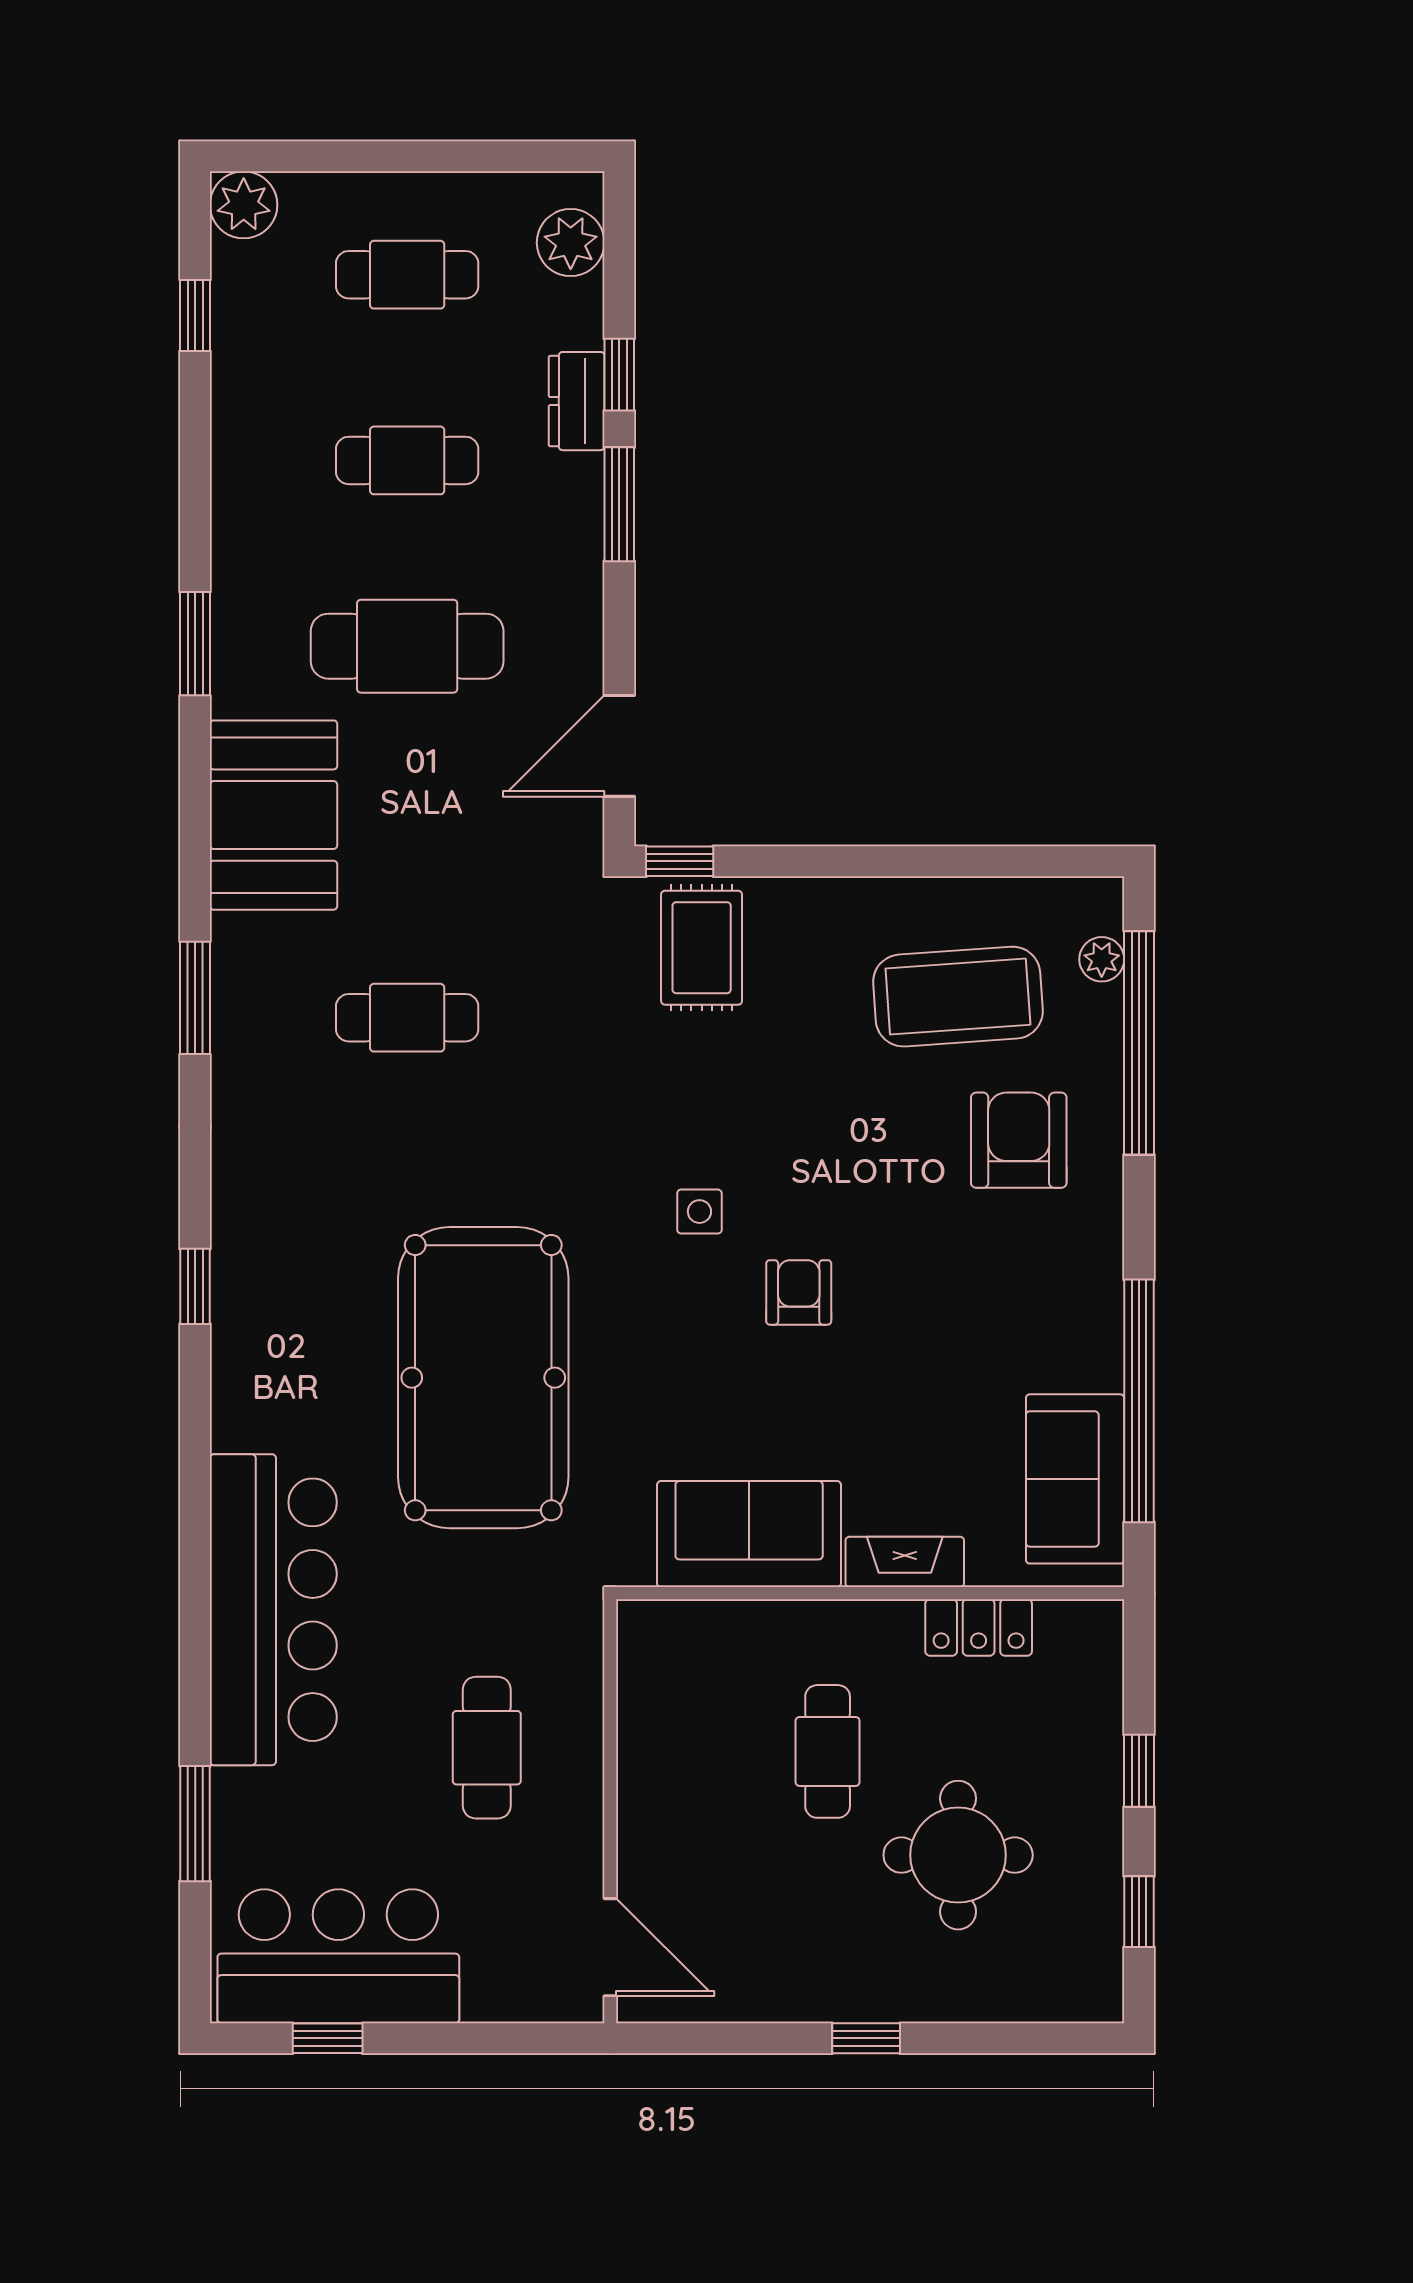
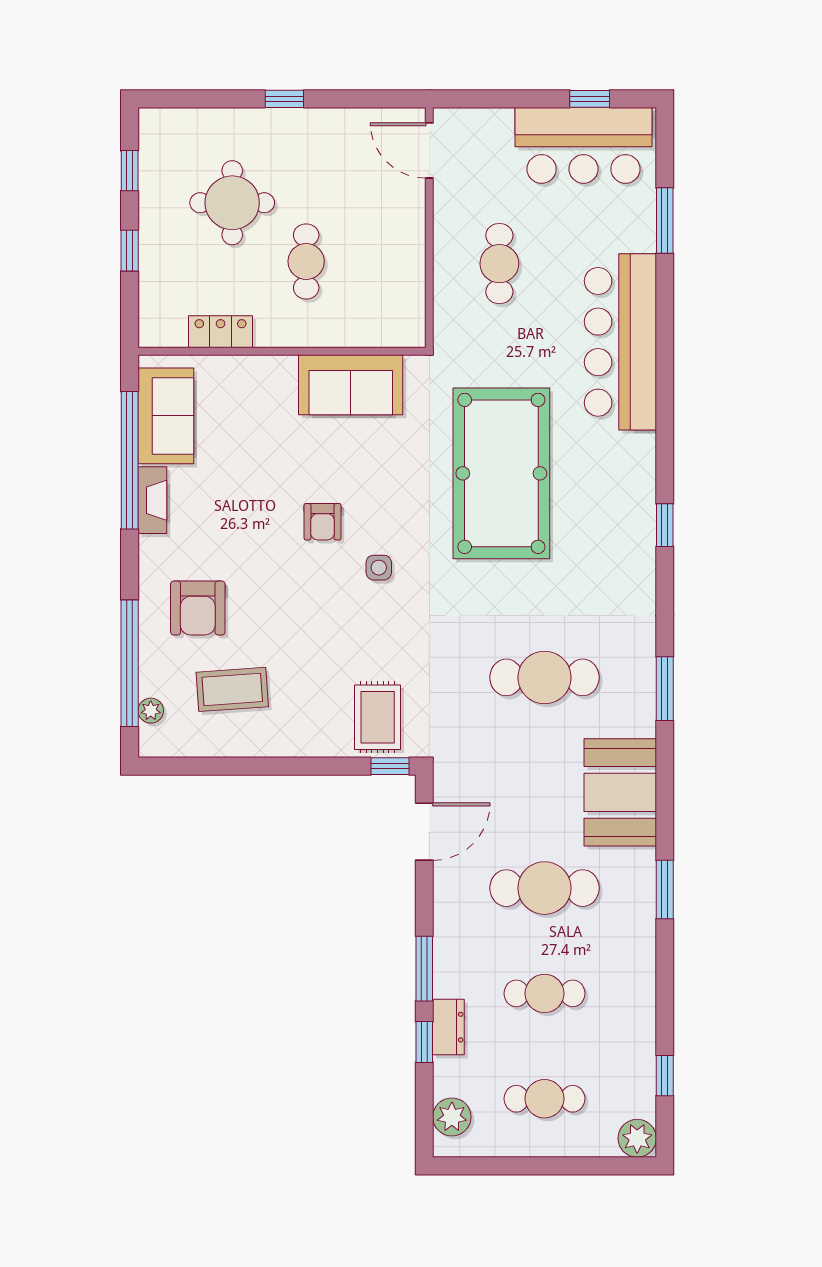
coffee table: (958, 997) -> (232, 689), width x0.73, depth x0.76
cafe table: (407, 1018) -> (544, 677), width x1.37, depth x1.35
fireplace: (905, 1562) -> (152, 500), moved, turned -90

